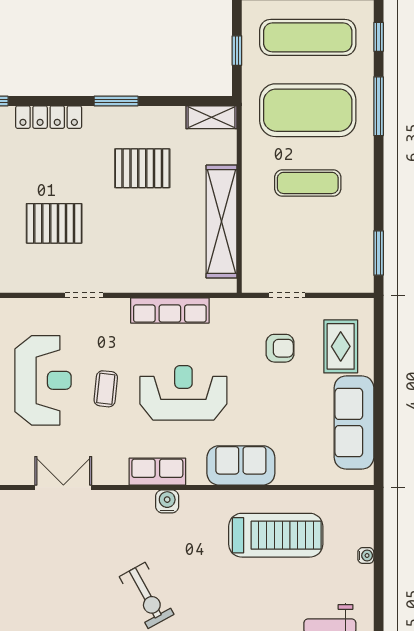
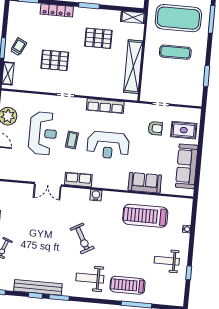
window: (379, 253) -> (207, 76), moved
rug: (341, 346) -> (184, 130), turned 90
reception desk: (183, 393) -> (108, 145), turned 180
sofa: (241, 465) -> (145, 183), moved
row of seats: (157, 472) -> (78, 180), moved
double door: (63, 487) -> (48, 184), swing flipped
treadmill: (276, 535) -> (145, 216), turned 180

